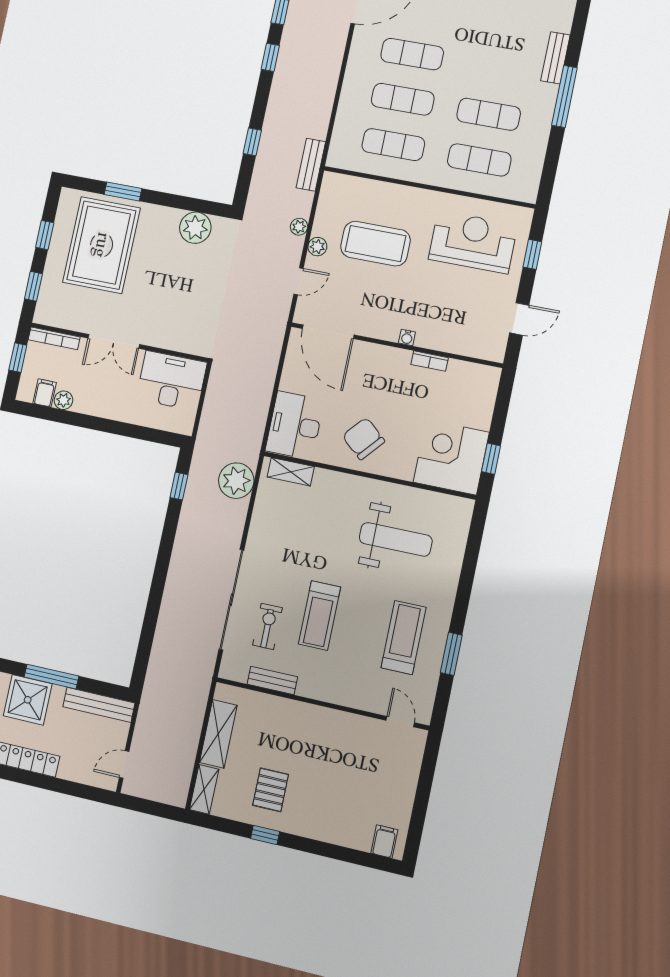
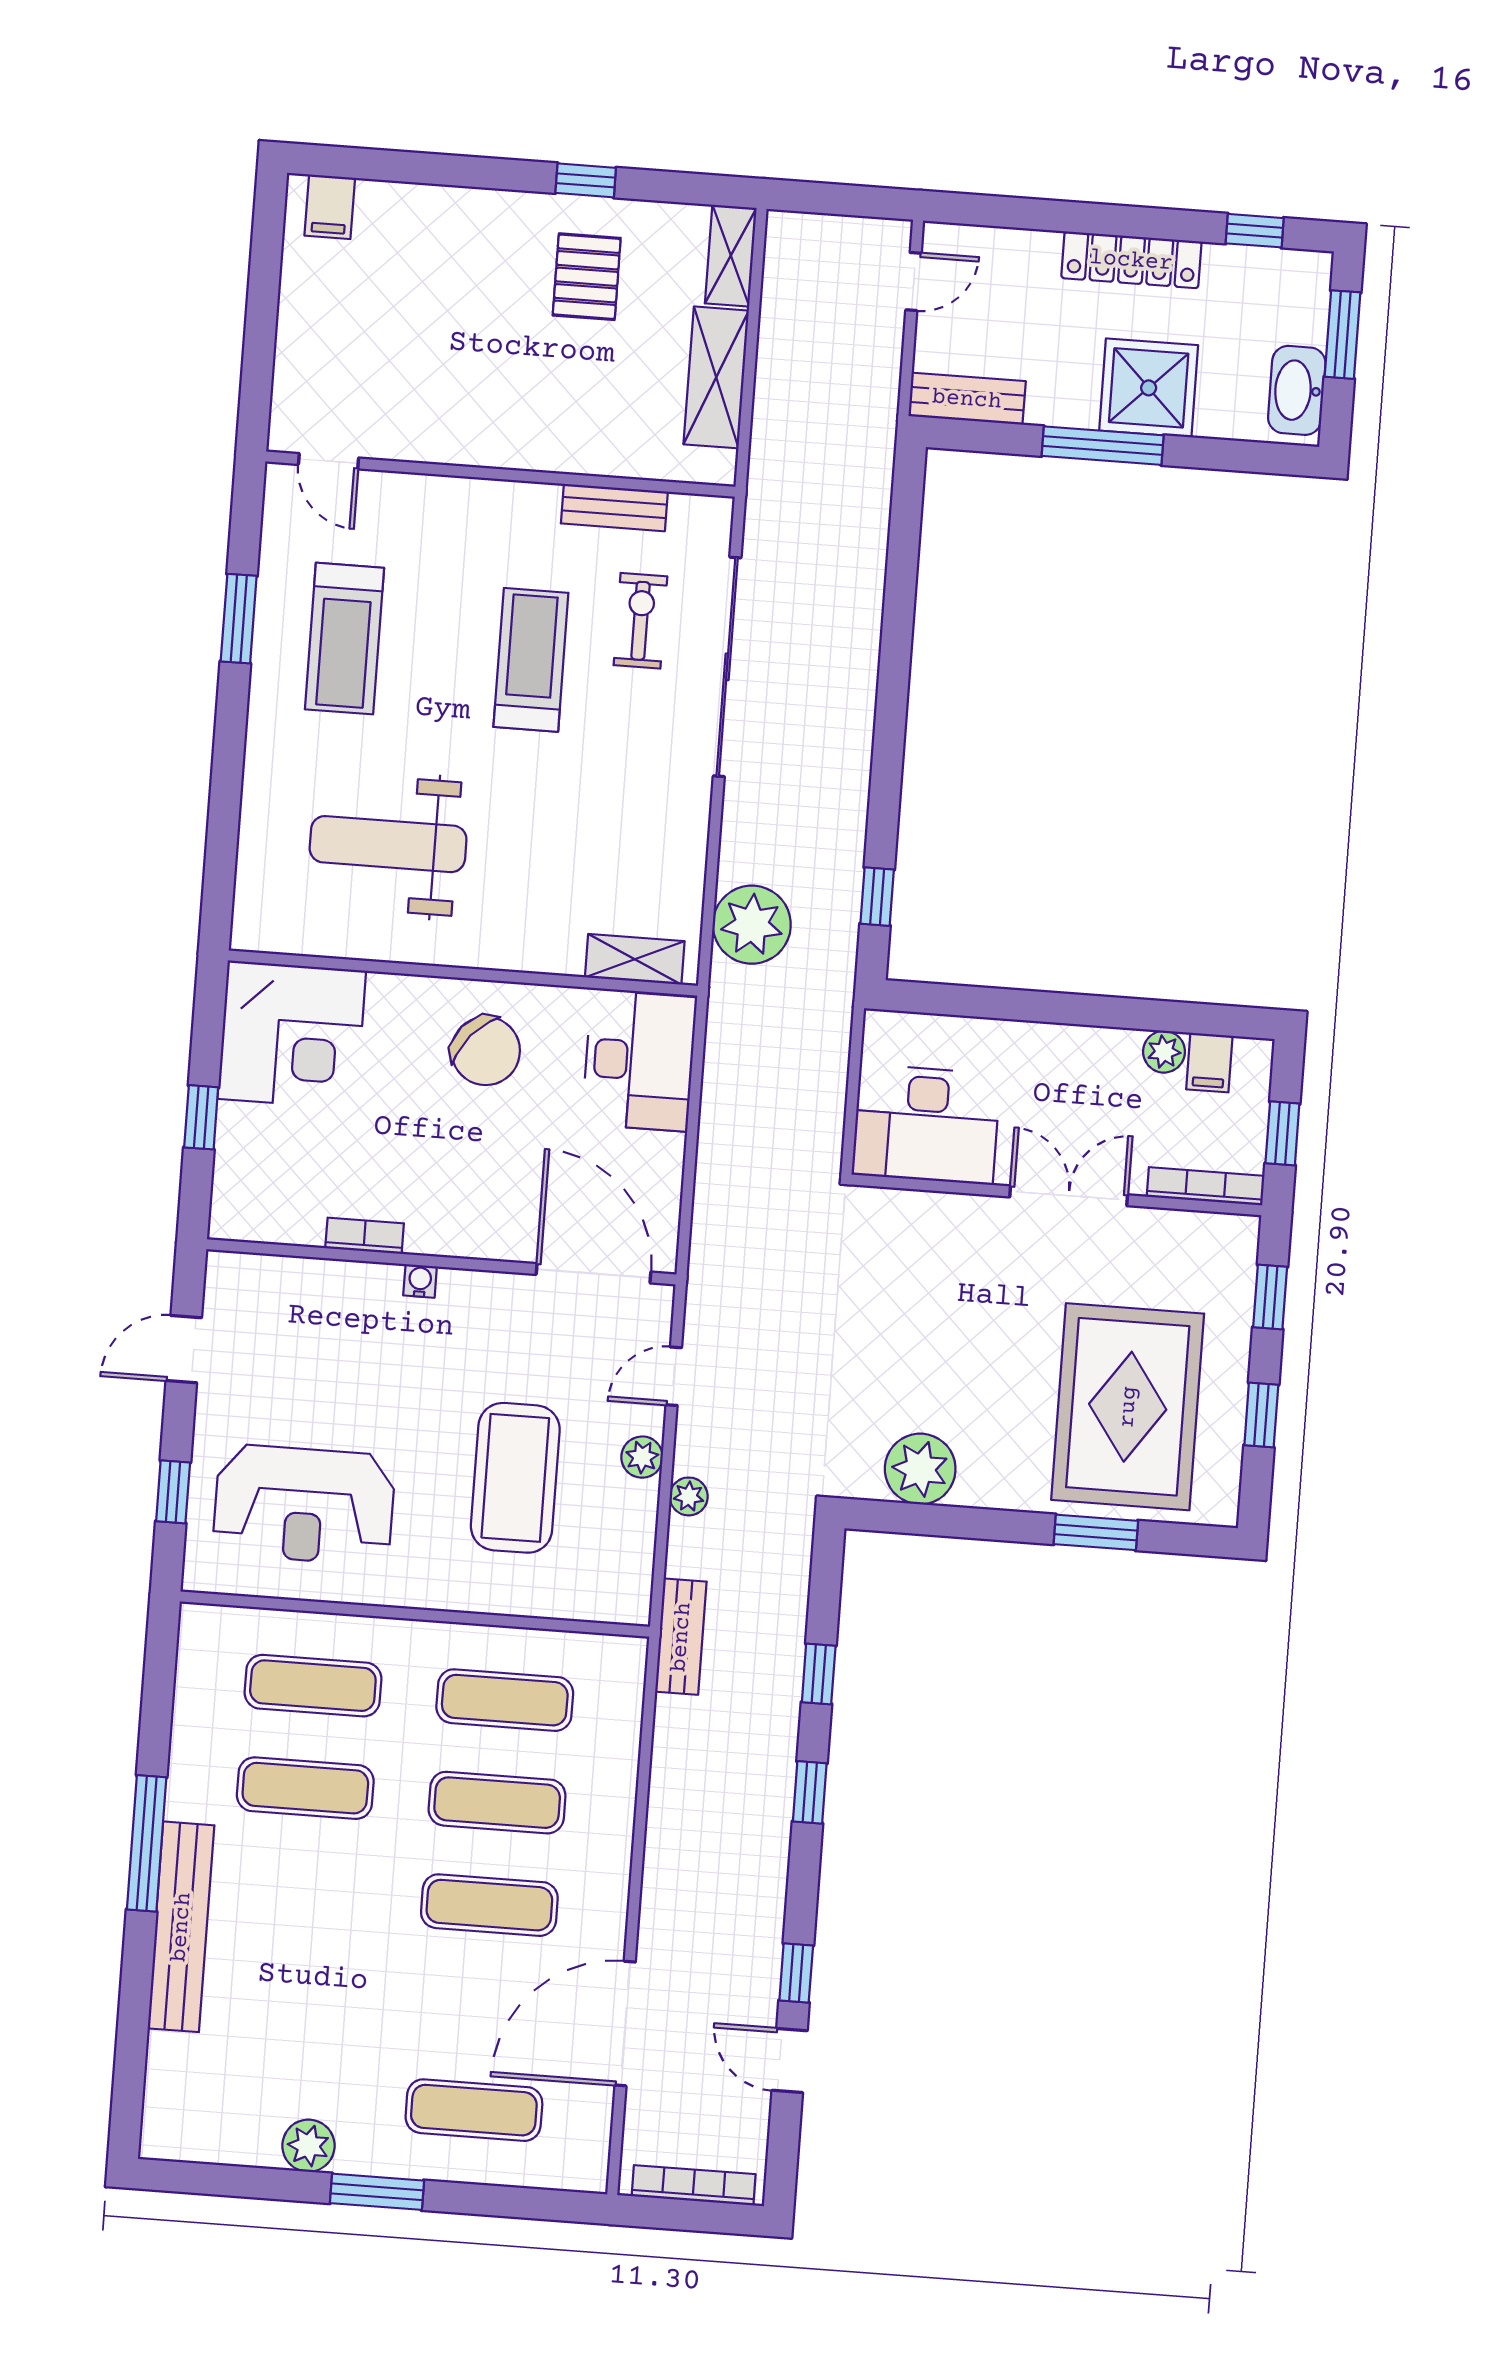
window: (270, 57) -> (810, 1792), moved
bench: (555, 58) -> (181, 1927), width x1.86, depth x1.21
coffee table: (375, 244) -> (515, 1478), turned 90
window: (491, 459) -> (201, 1117), moved
exercise bike: (267, 626) -> (640, 621), turned 180
bench: (99, 705) -> (967, 399), width x0.73

